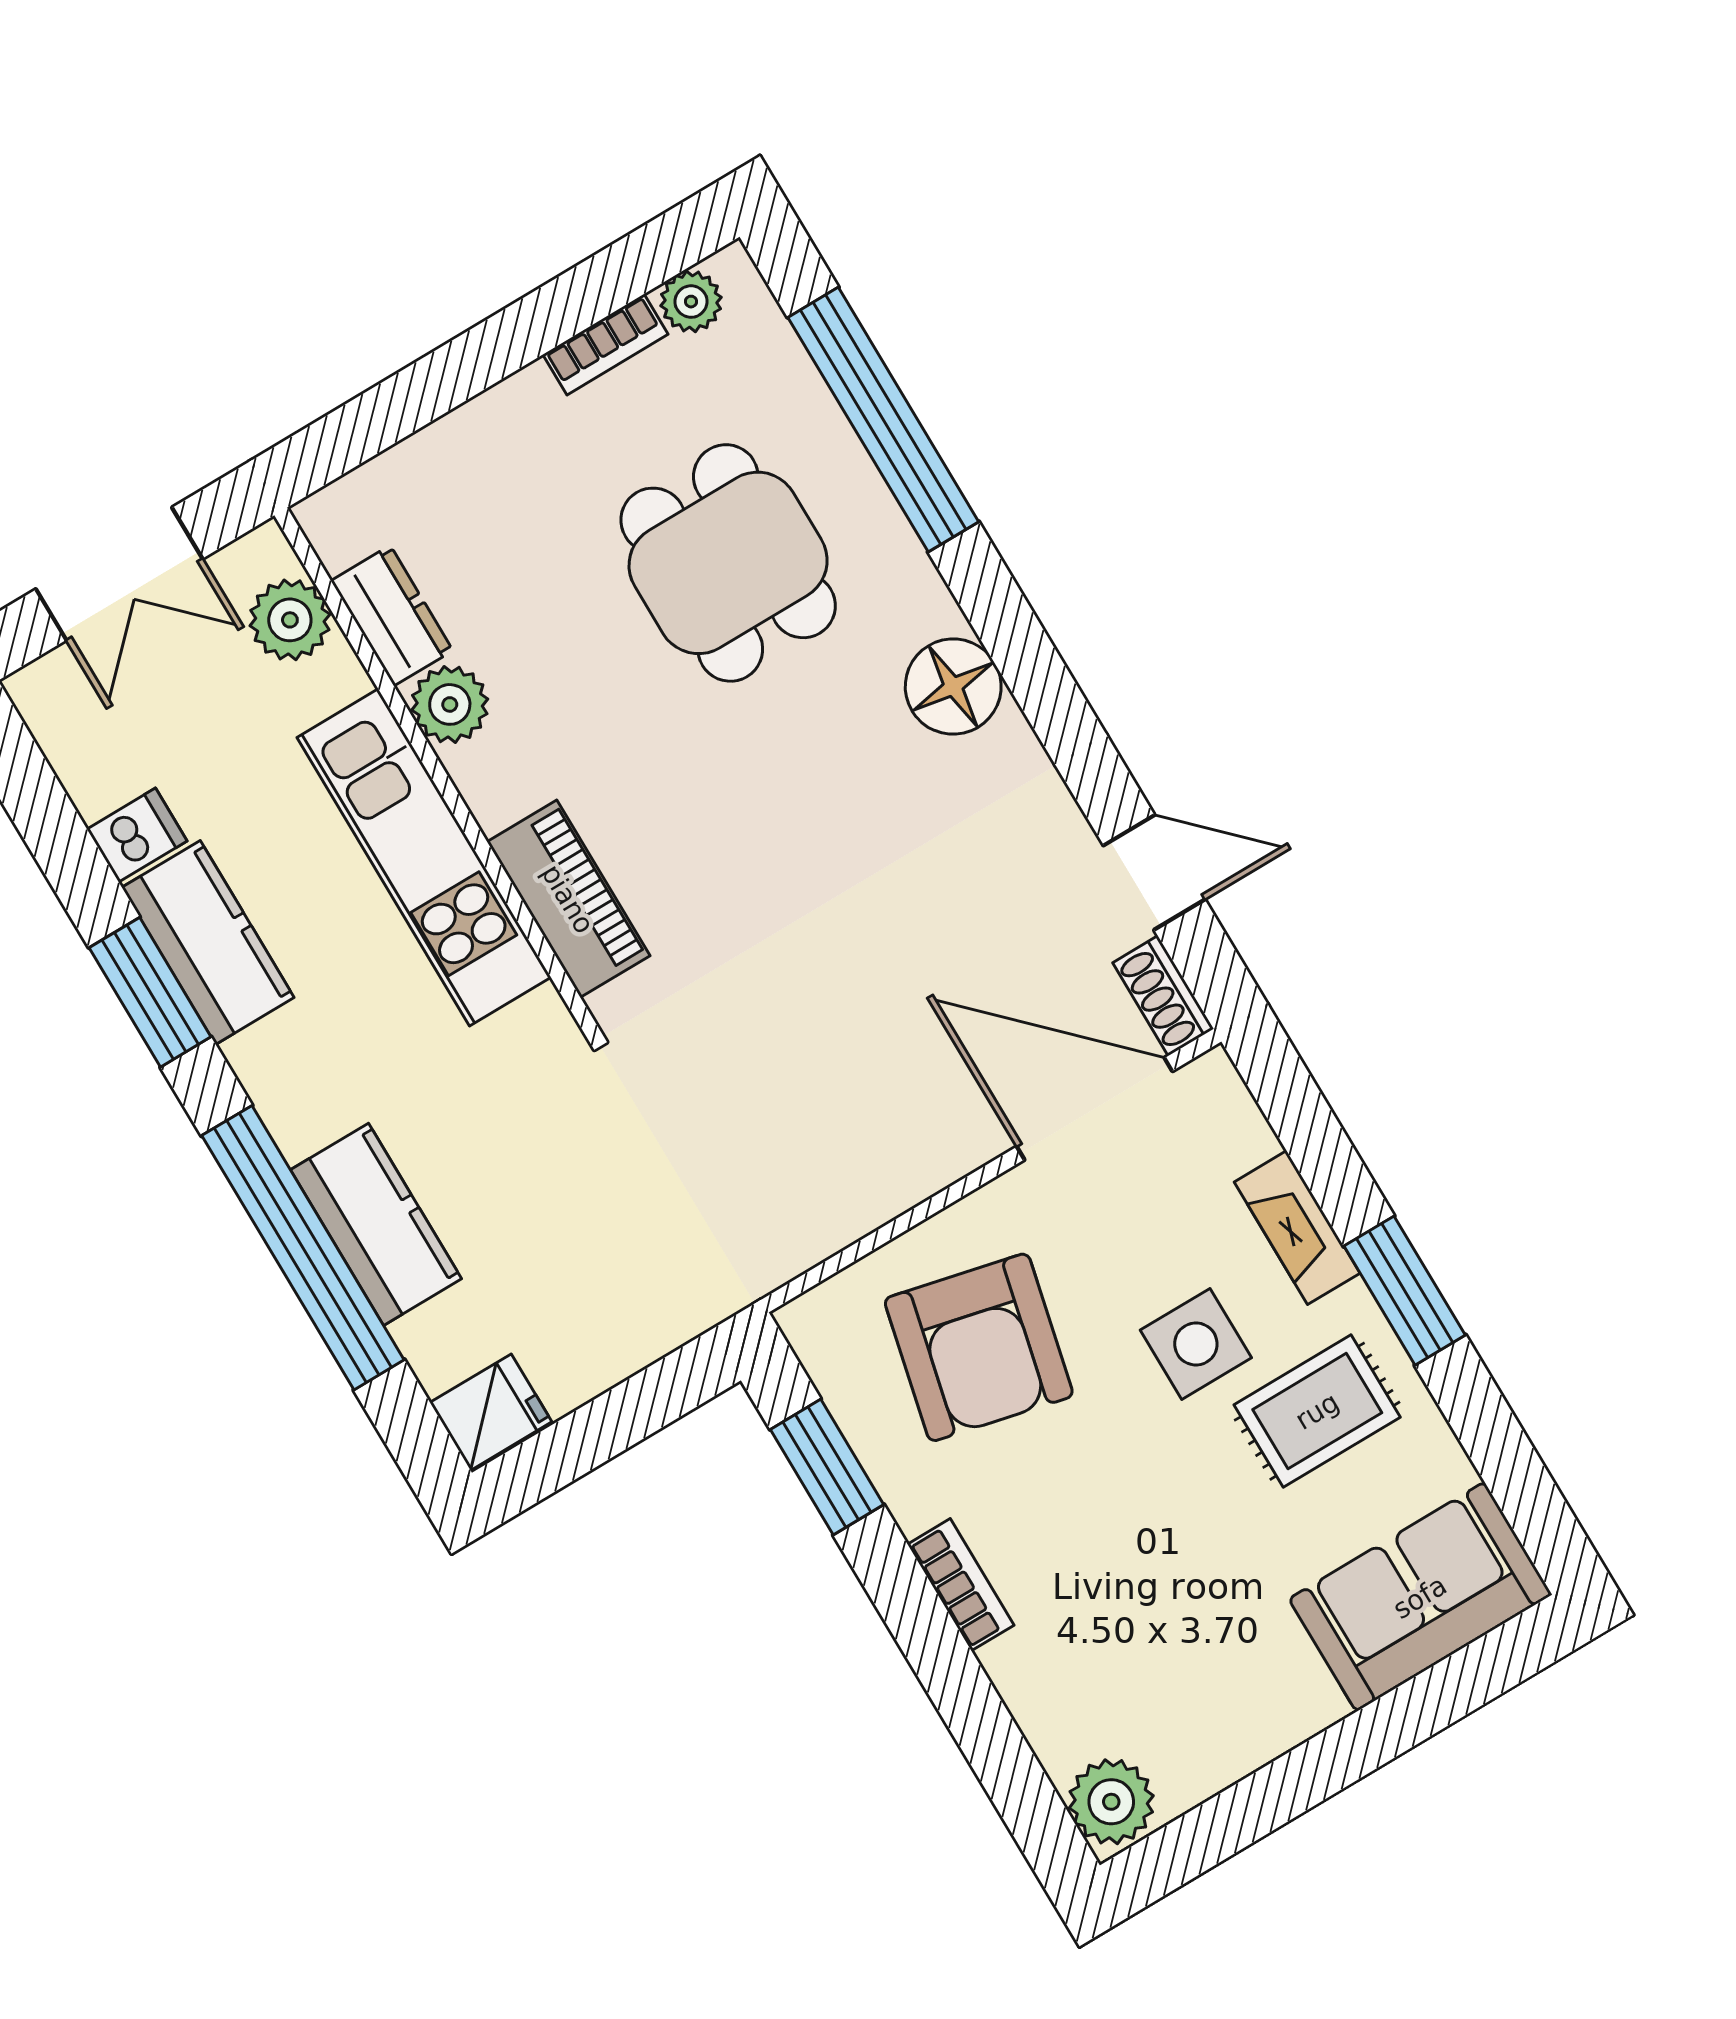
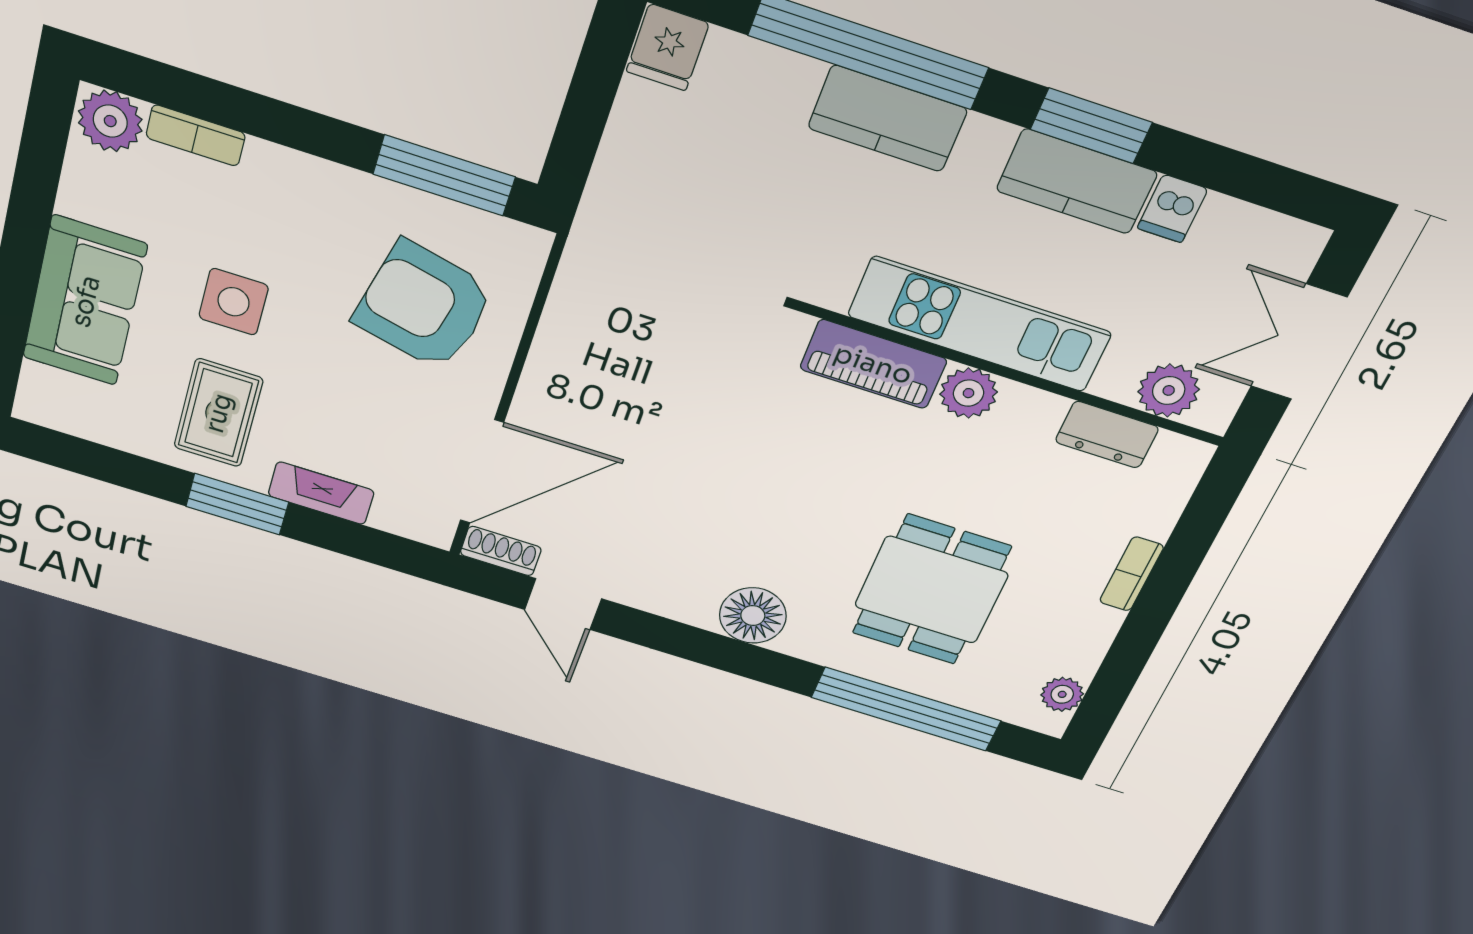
bookcase: (606, 344) -> (1131, 574), moved
dining table: (728, 563) -> (931, 590), turned 90
plant: (450, 704) -> (968, 393), moved
door: (1154, 872) -> (563, 604), hinge flipped
kitchen counter: (376, 1224) -> (887, 119), moved
side table: (1196, 1344) -> (234, 302), moved
window: (827, 1467) -> (444, 175), width x1.44
bookcase: (961, 1585) -> (196, 135), moved
sofa: (1420, 1597) -> (85, 301), moved

